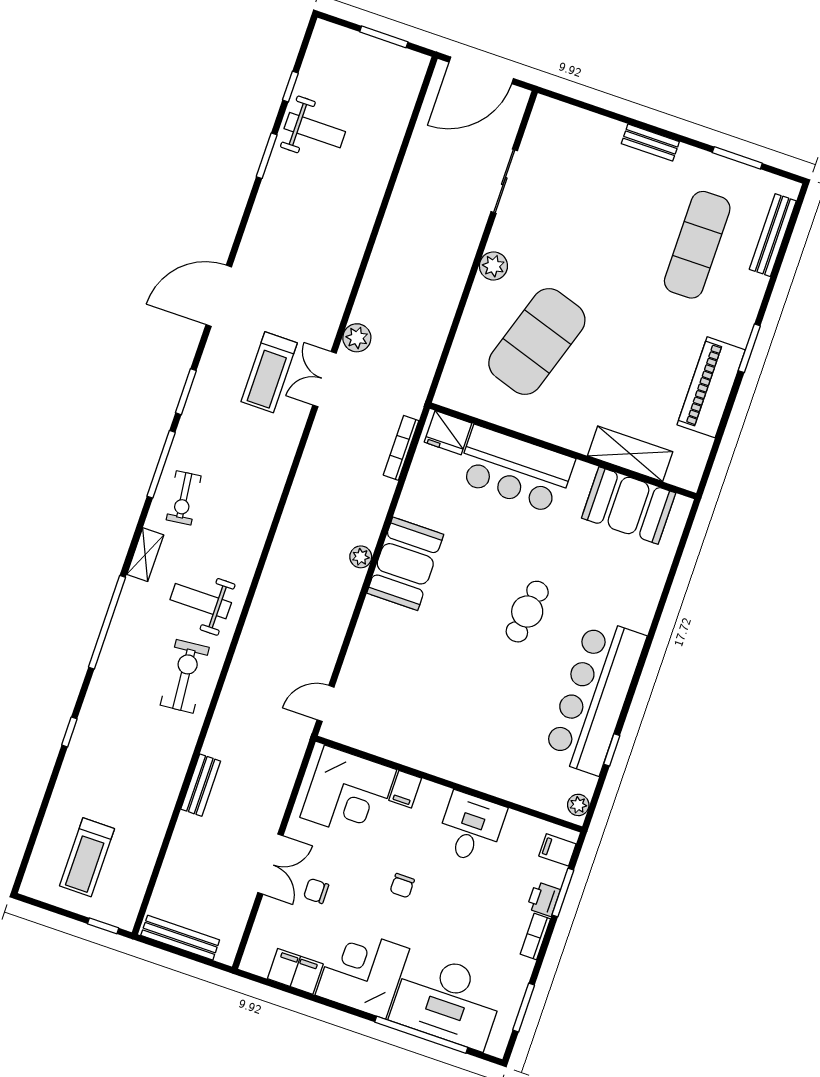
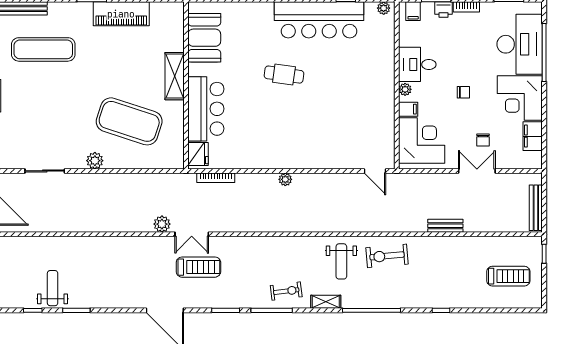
shelving: (630, 454) -> (175, 76), moved
booth: (405, 564) -> (281, 153), removed
plant: (438, 795) -> (405, 89), added

